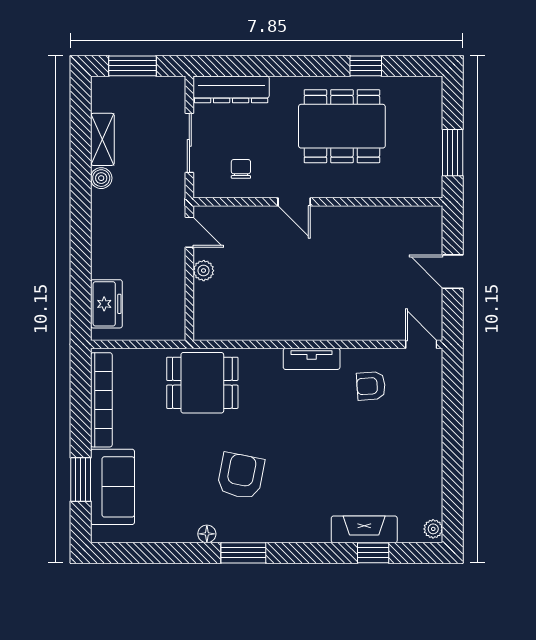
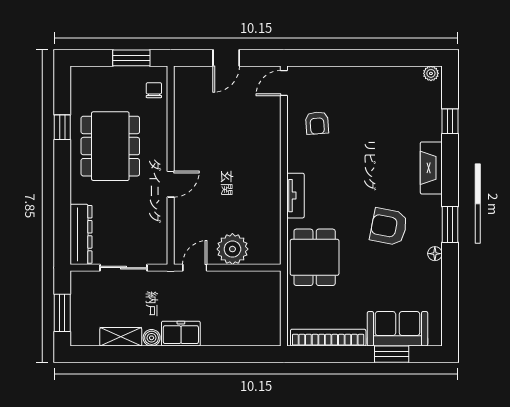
chair: (241, 169) -> (154, 90), moved, turned 90
plant: (204, 271) -> (232, 249), width x1.88, depth x1.88
freezer: (106, 304) -> (181, 334), moved
tv unit: (312, 359) -> (295, 196), moved
fireplace: (364, 529) -> (431, 168), moved

